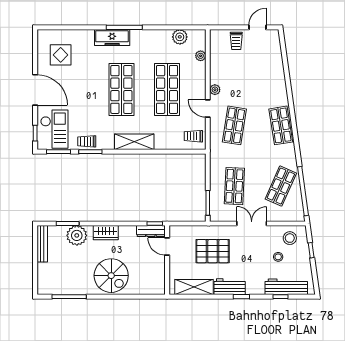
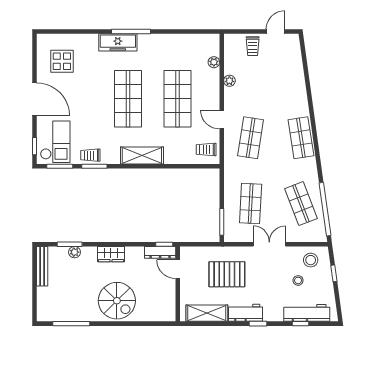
plant: (180, 37) -> (191, 42), removed
plant: (215, 90) -> (229, 81), moved
shop shelf: (281, 186) -> (301, 204), turned -45
plant: (77, 235) -> (74, 252), width x0.53, depth x0.53

